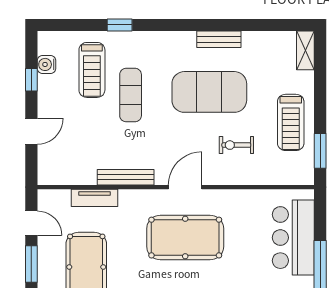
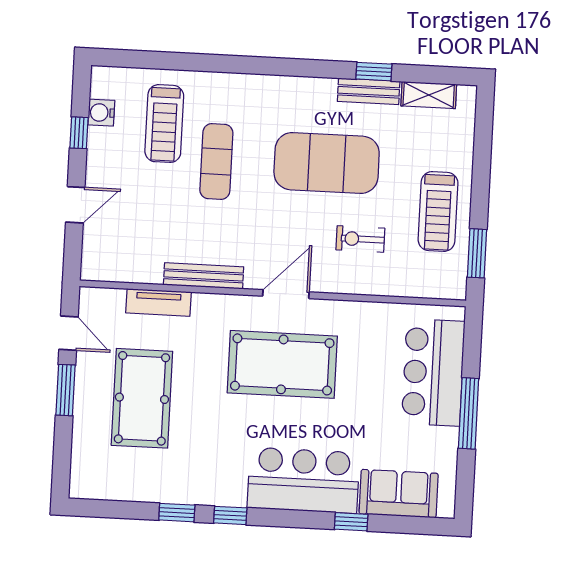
window: (120, 25) -> (374, 72), moved
bench: (219, 39) -> (369, 91), moved
shelving: (305, 50) -> (429, 95), moved, turned 90

